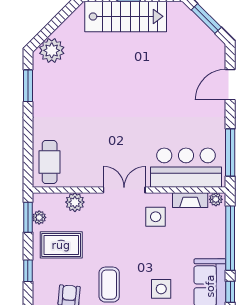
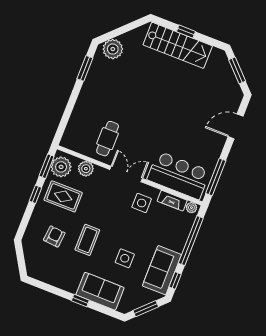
cafe table: (50, 162) -> (108, 139), moved
plant: (39, 217) -> (61, 167), width x1.87, depth x1.87
window: (28, 271) -> (36, 194), moved

